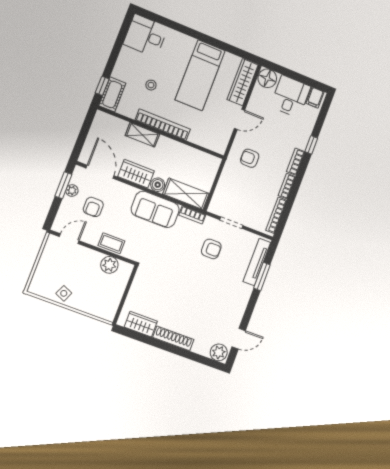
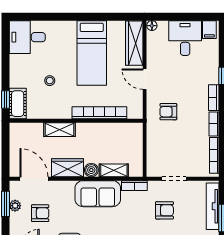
floor lamp: (267, 78) -> (152, 26), width x0.53, depth x0.53
door: (239, 119) -> (145, 79), swing flipped
bookcase: (163, 125) -> (99, 113), moved
shelving: (186, 194) -> (114, 170), width x0.67, depth x0.75
armchair: (93, 207) -> (40, 213), turned -90

